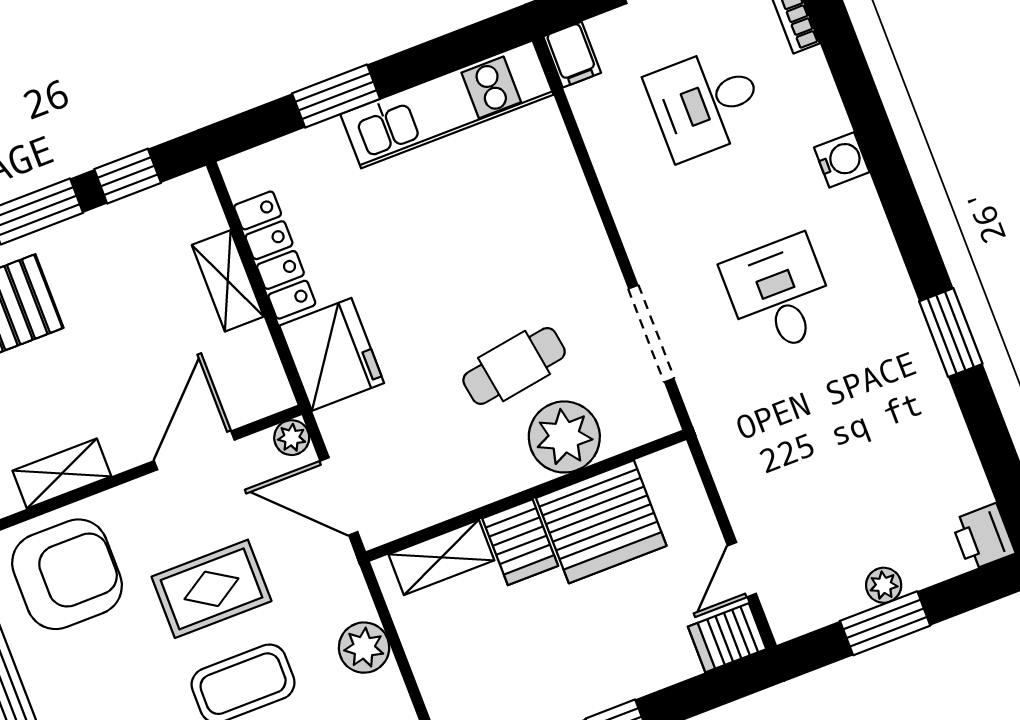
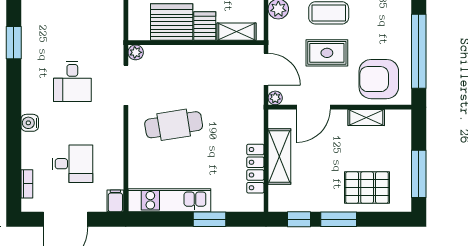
shelving: (228, 281) -> (279, 156), width x1.50, depth x1.33
fridge: (332, 354) -> (248, 123), removed
cafe table: (514, 366) -> (174, 125), moved, width x1.37, depth x1.35
plant: (564, 437) -> (136, 52), moved, width x0.53, depth x0.53

